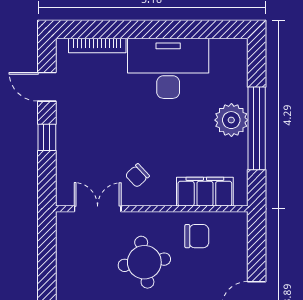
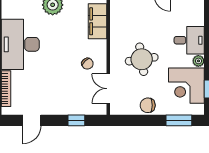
window: (47, 137) -> (76, 120), moved
chair: (197, 236) -> (148, 105), moved, turned -90

